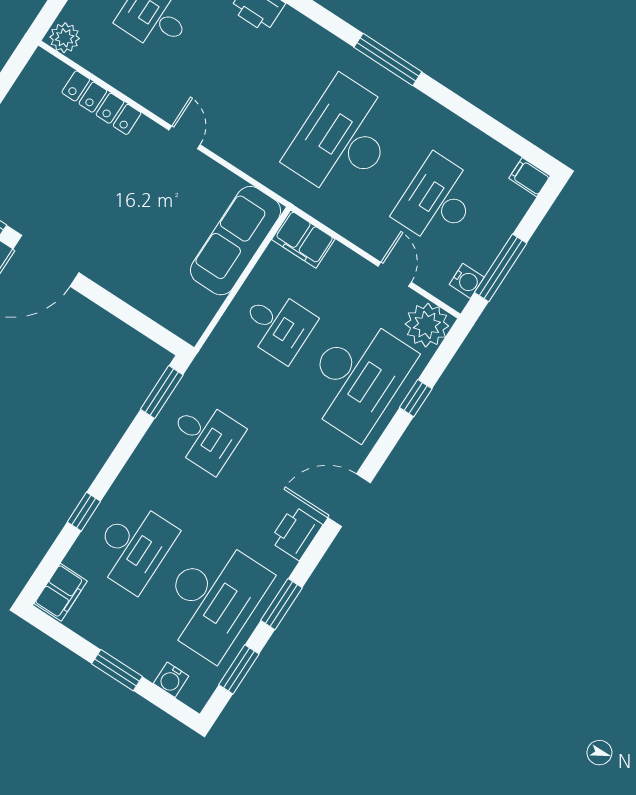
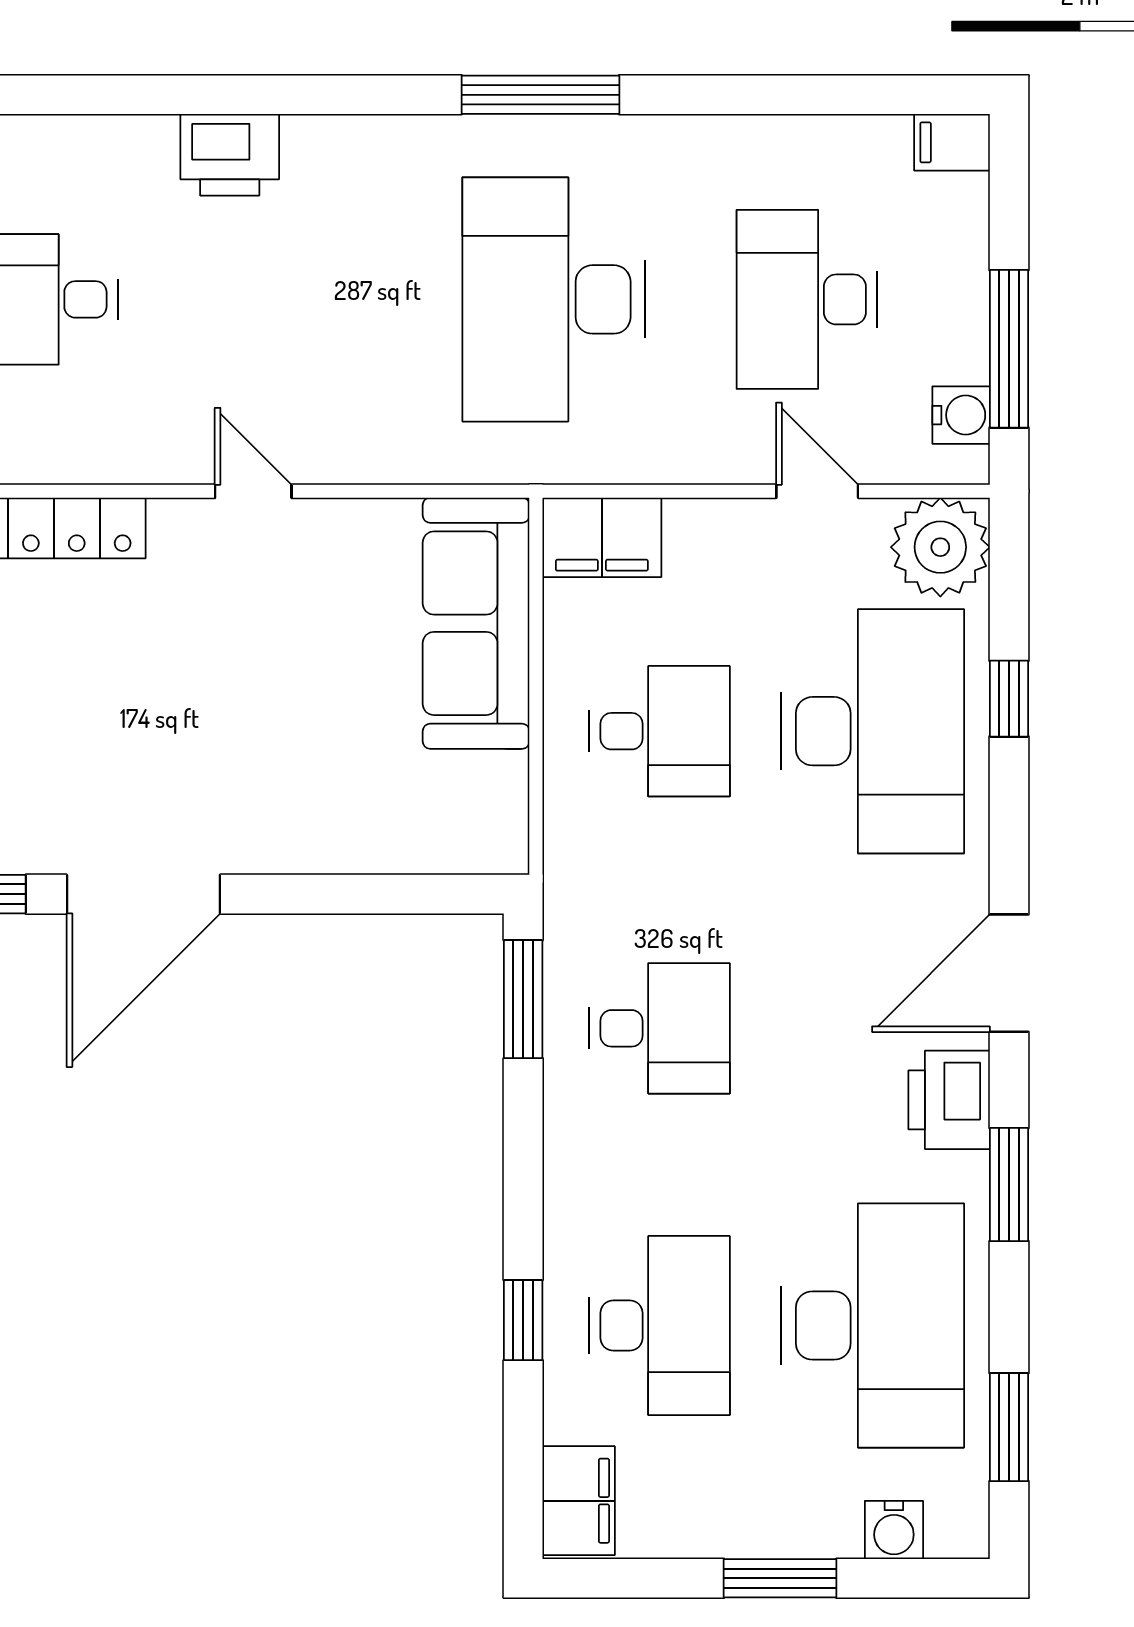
window: (281, 604) -> (1009, 1185), moved

